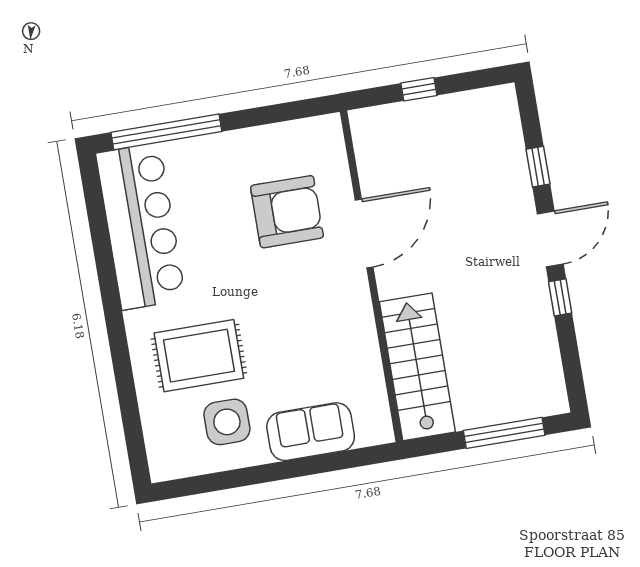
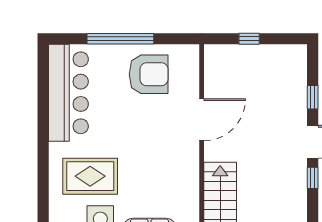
window: (166, 132) -> (120, 39), moved
armchair: (287, 212) -> (149, 74), moved

